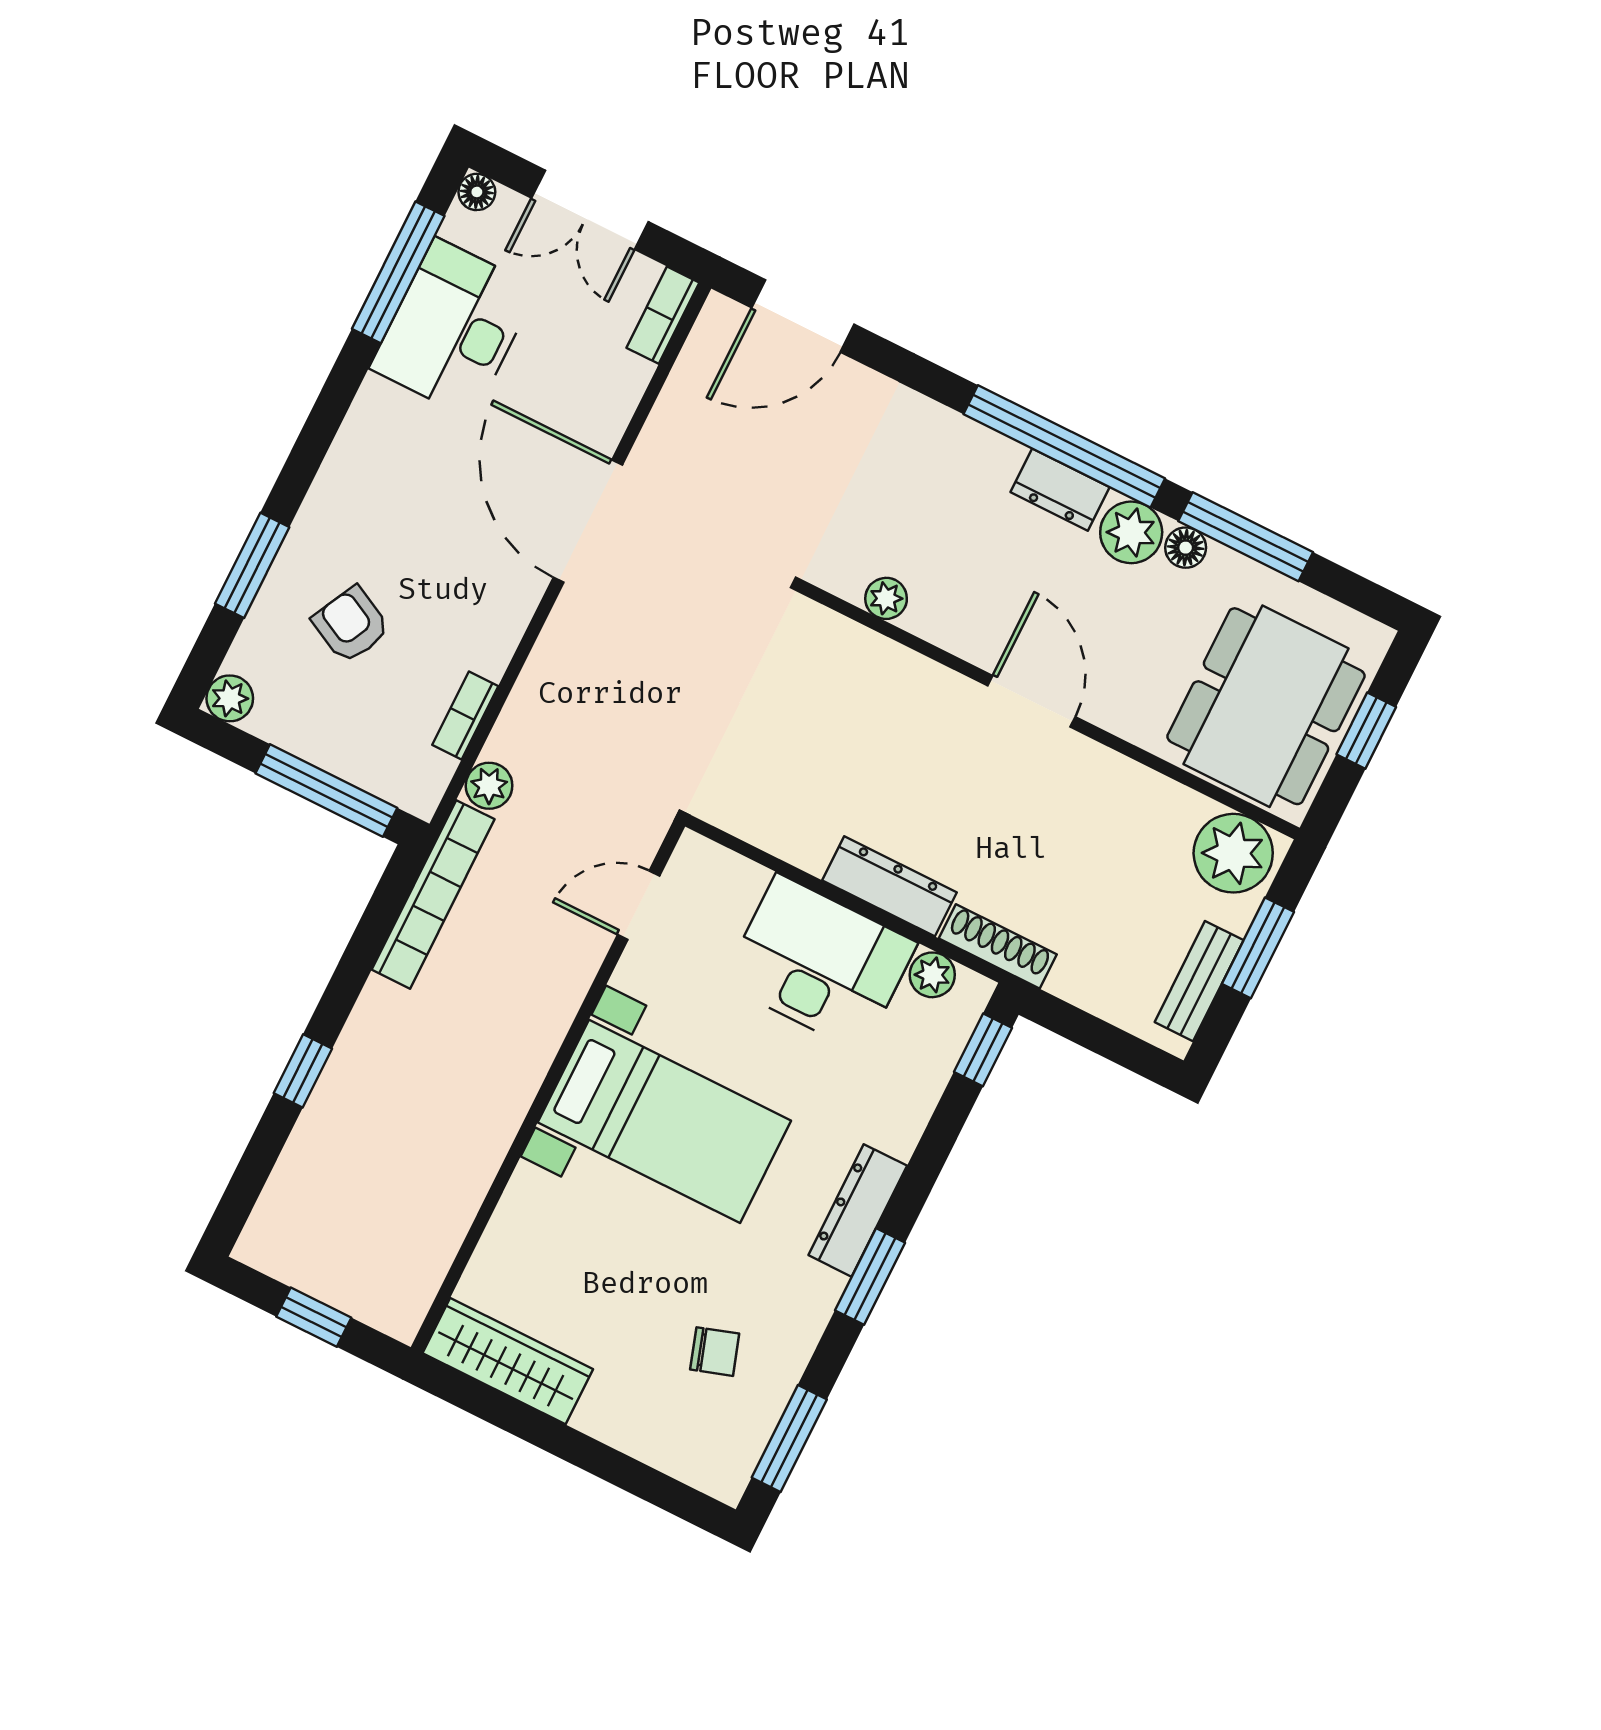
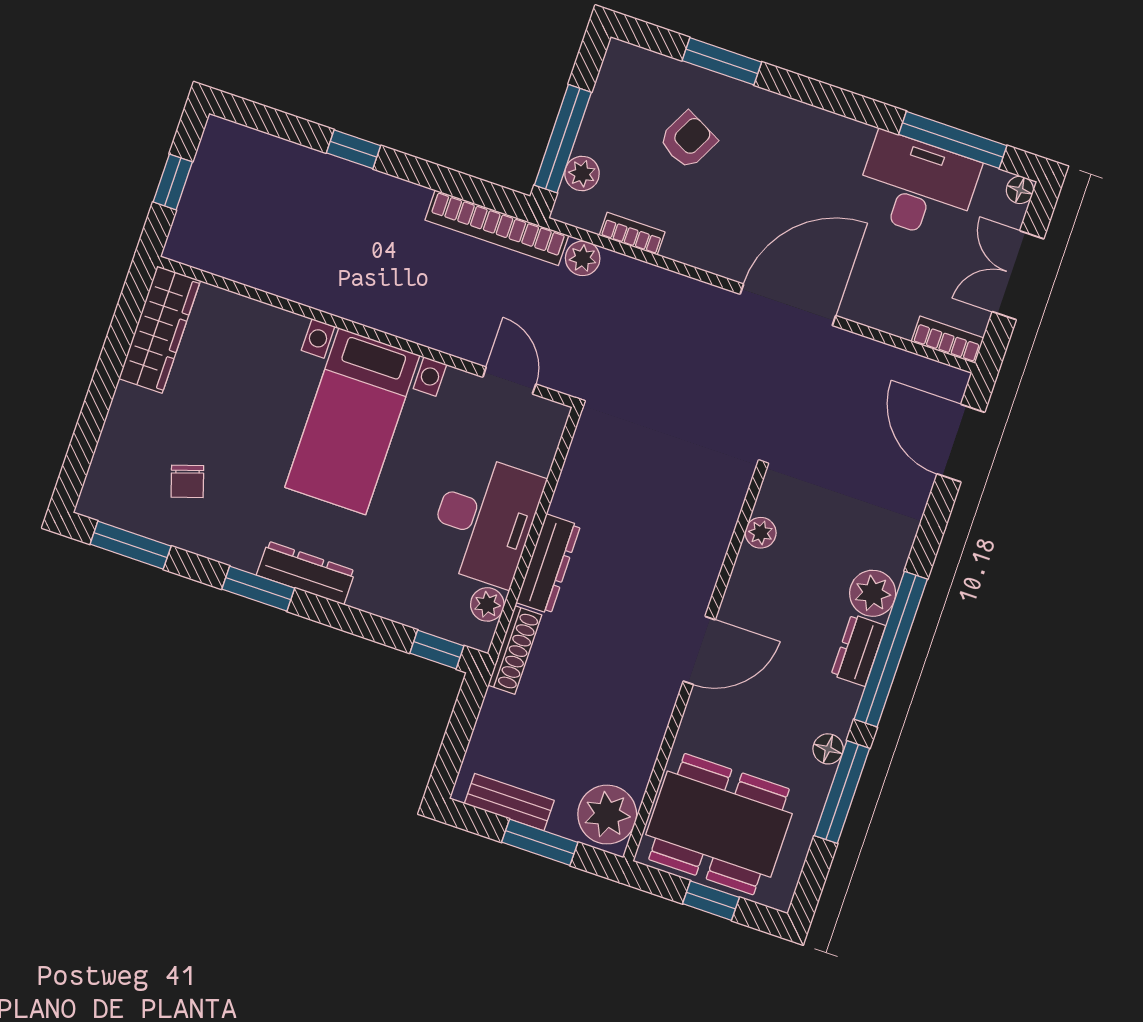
plant: (1131, 532) -> (873, 593), moved
plant: (230, 698) -> (582, 173), moved

